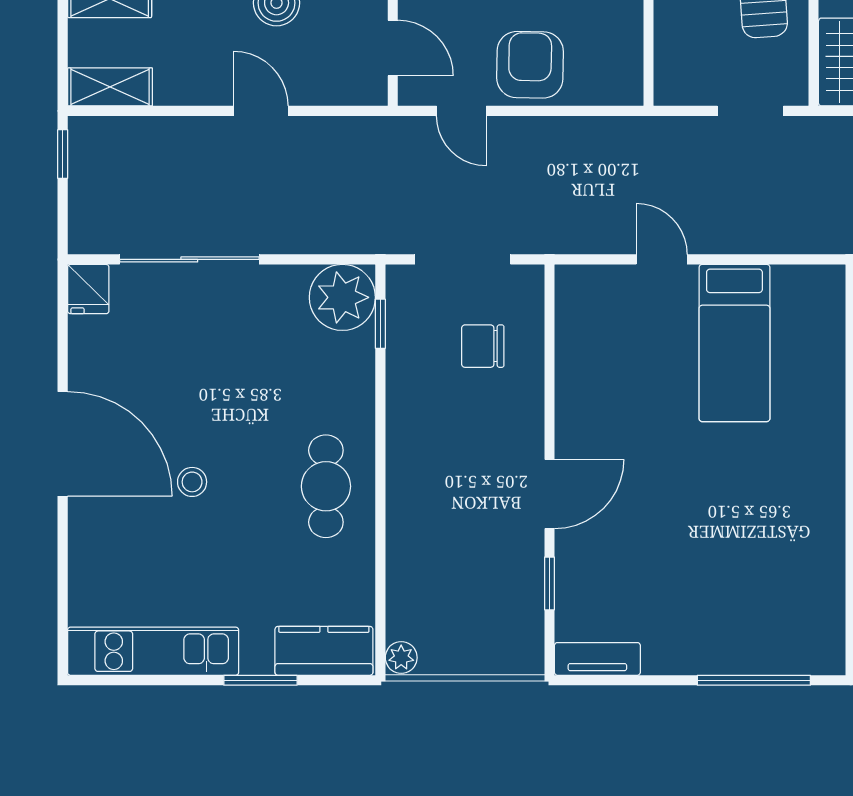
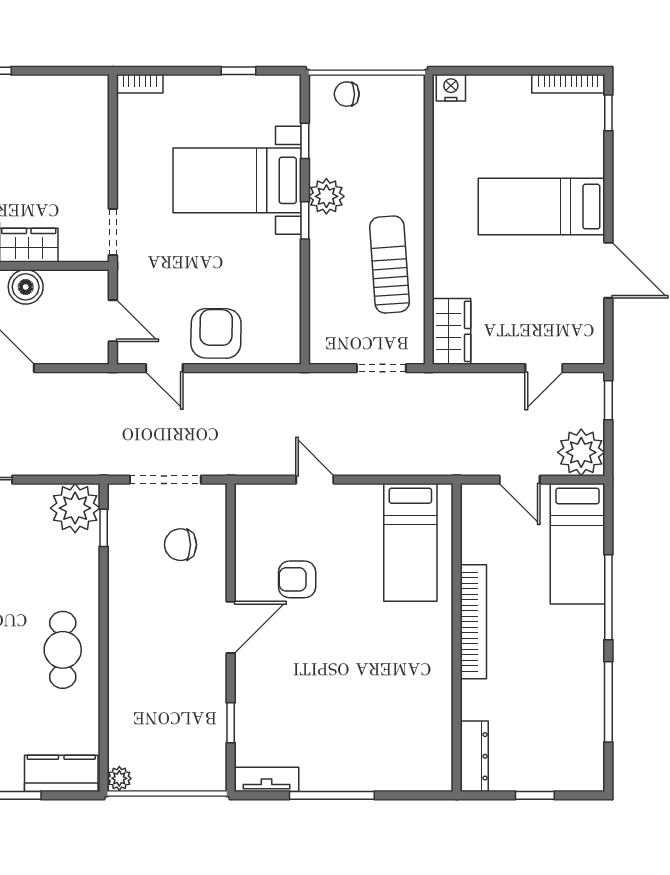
bed: (734, 343) -> (410, 542), moved
armchair: (638, 392) -> (297, 579), added
door: (549, 494) -> (231, 627), moved
window: (754, 680) -> (332, 795), moved

